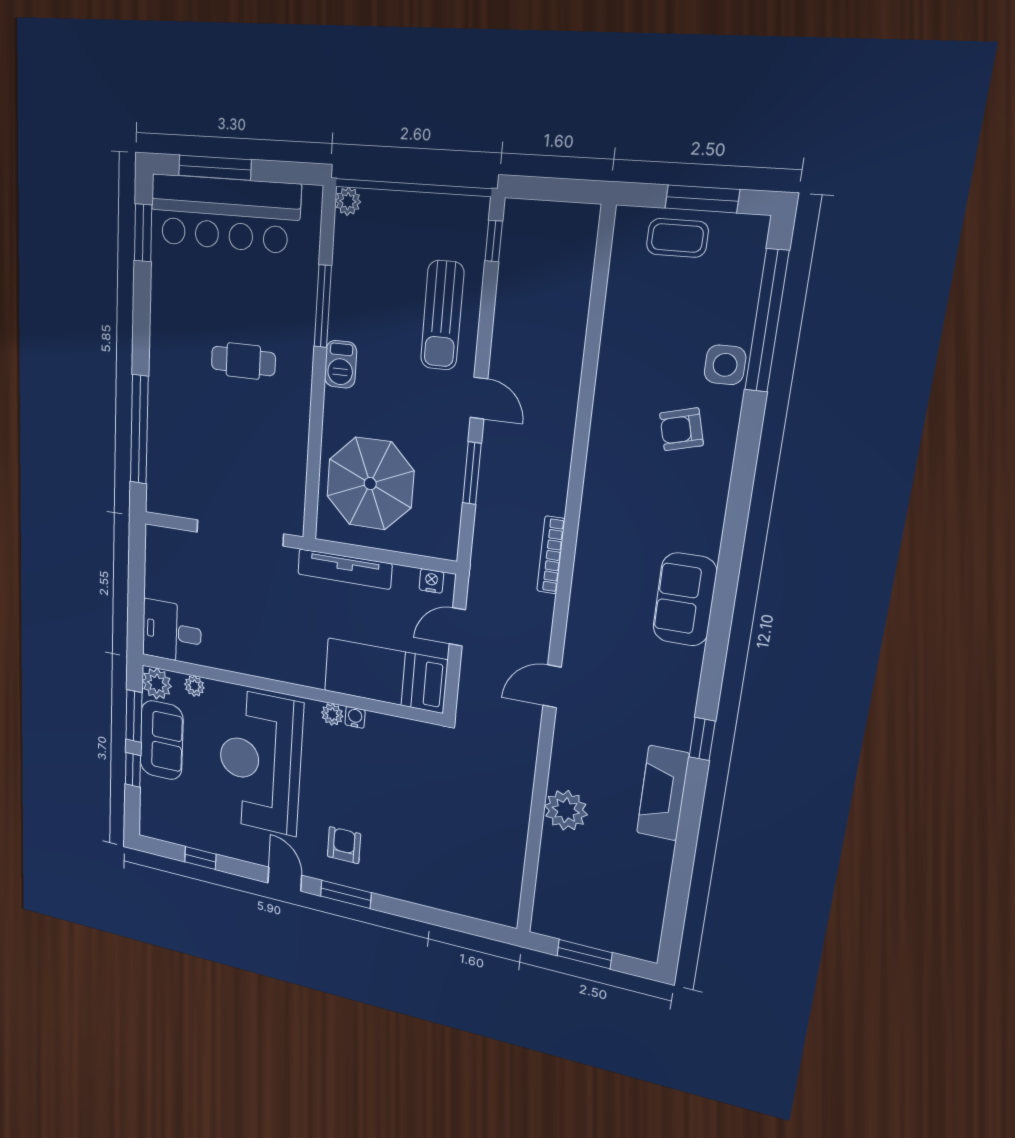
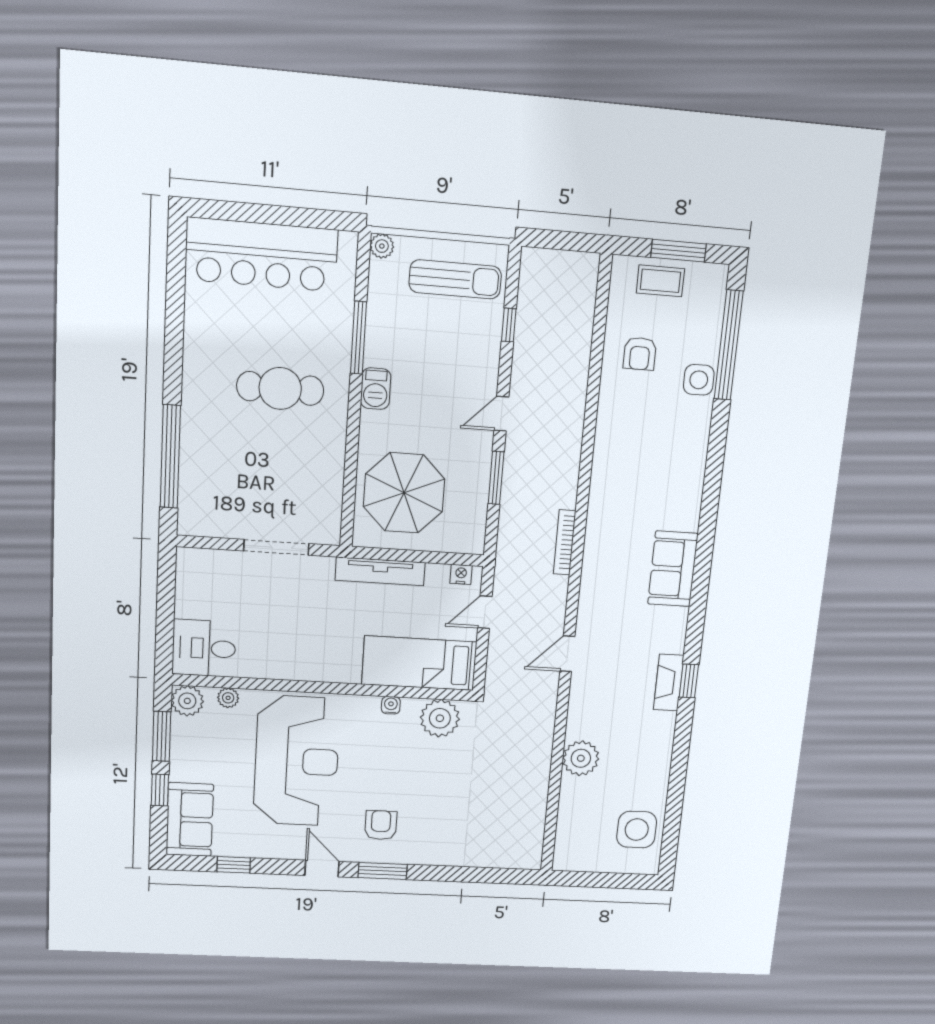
window: (215, 168) -> (252, 213), removed
window: (143, 233) -> (176, 271), removed
window: (494, 241) -> (509, 325), moved
sun lounger: (442, 316) -> (455, 279), moved, turned -90
cafe table: (243, 361) -> (280, 388), width x1.37, depth x1.35
door: (479, 398) -> (501, 414), swing flipped
armchair: (681, 429) -> (640, 354), moved, turned -75
doorway: (240, 533) -> (276, 547), width x0.73
plant: (332, 714) -> (440, 718), moved, width x1.87, depth x1.87
sofa: (162, 740) -> (190, 820), moved
reception desk: (260, 762) -> (297, 761), turned 180
fireplace: (663, 793) -> (669, 683), moved, width x0.73, depth x0.76
side table: (632, 905) -> (637, 830), added
window: (585, 954) -> (599, 880), removed

